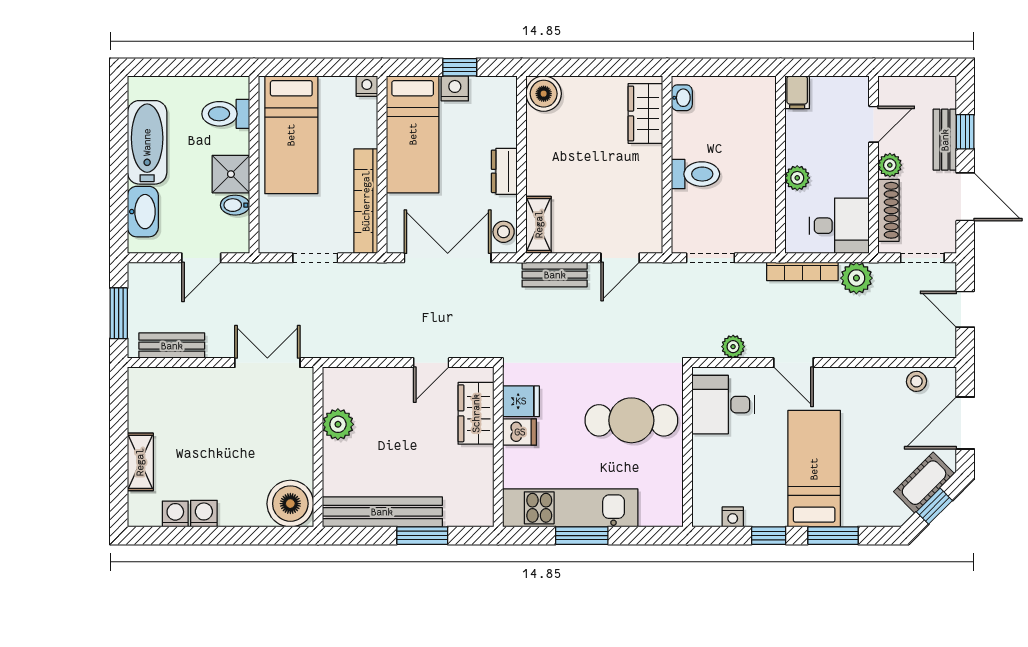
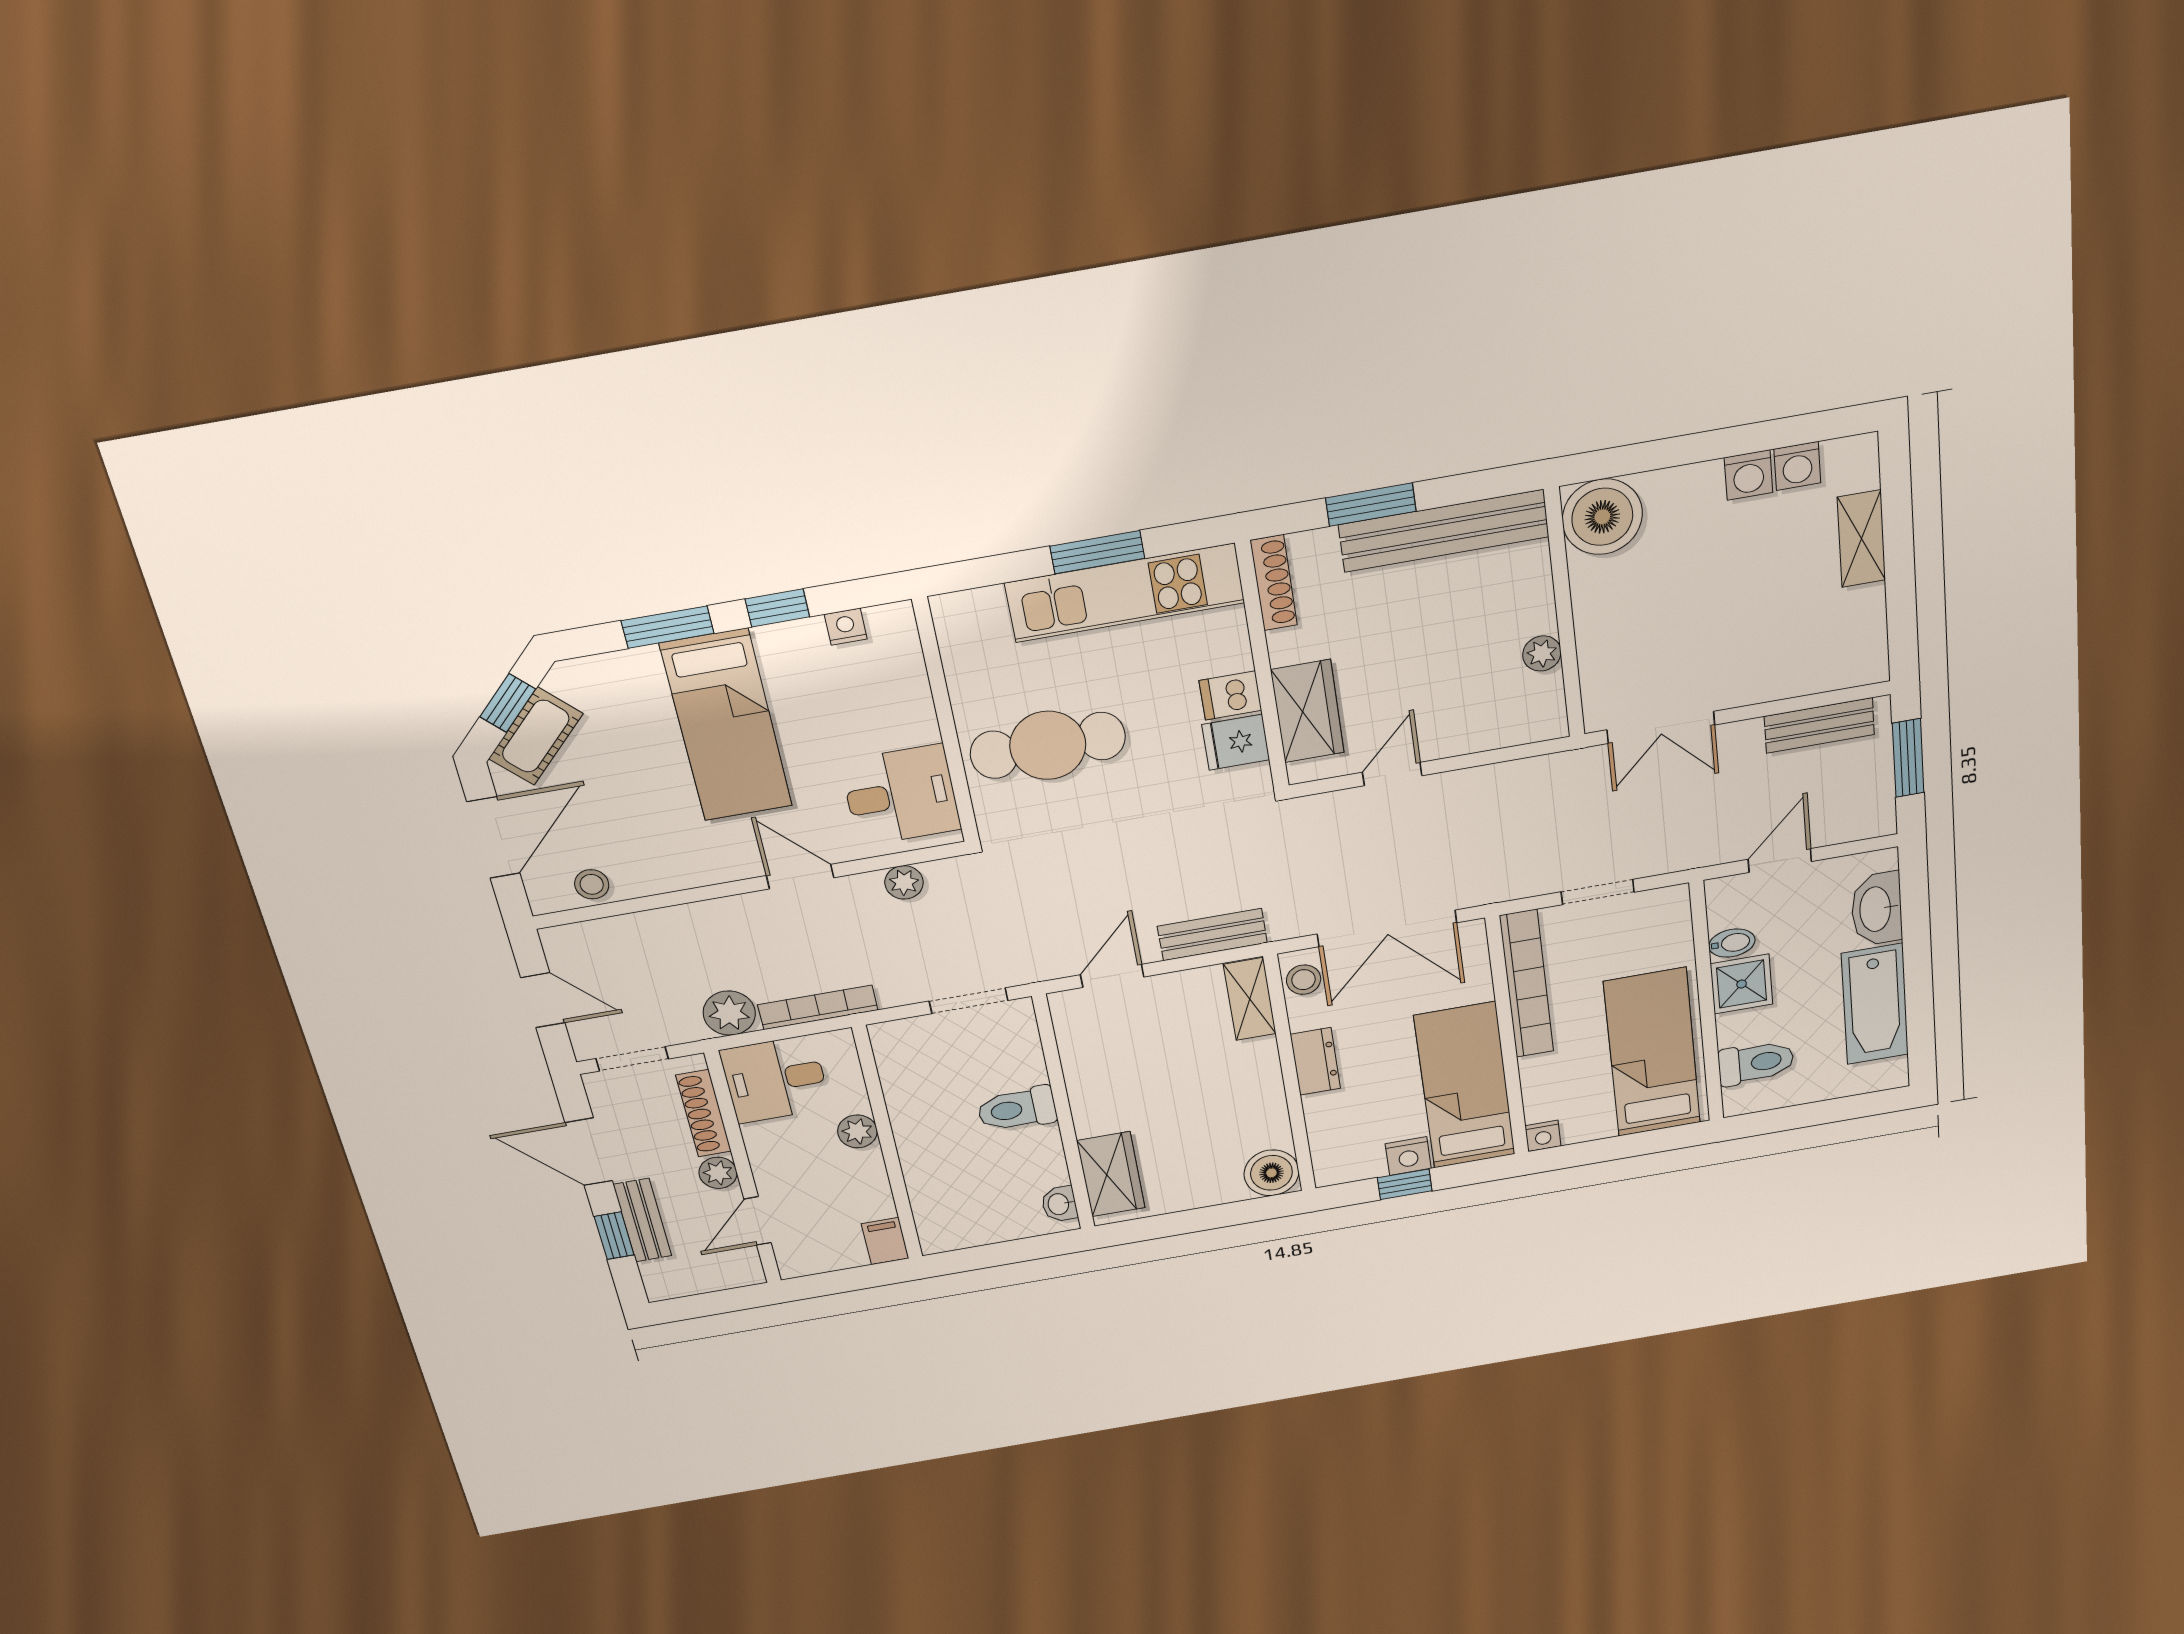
plant: (338, 424) -> (1542, 653), width x0.73, depth x0.73
shoe rack: (484, 498) -> (1274, 583), added

